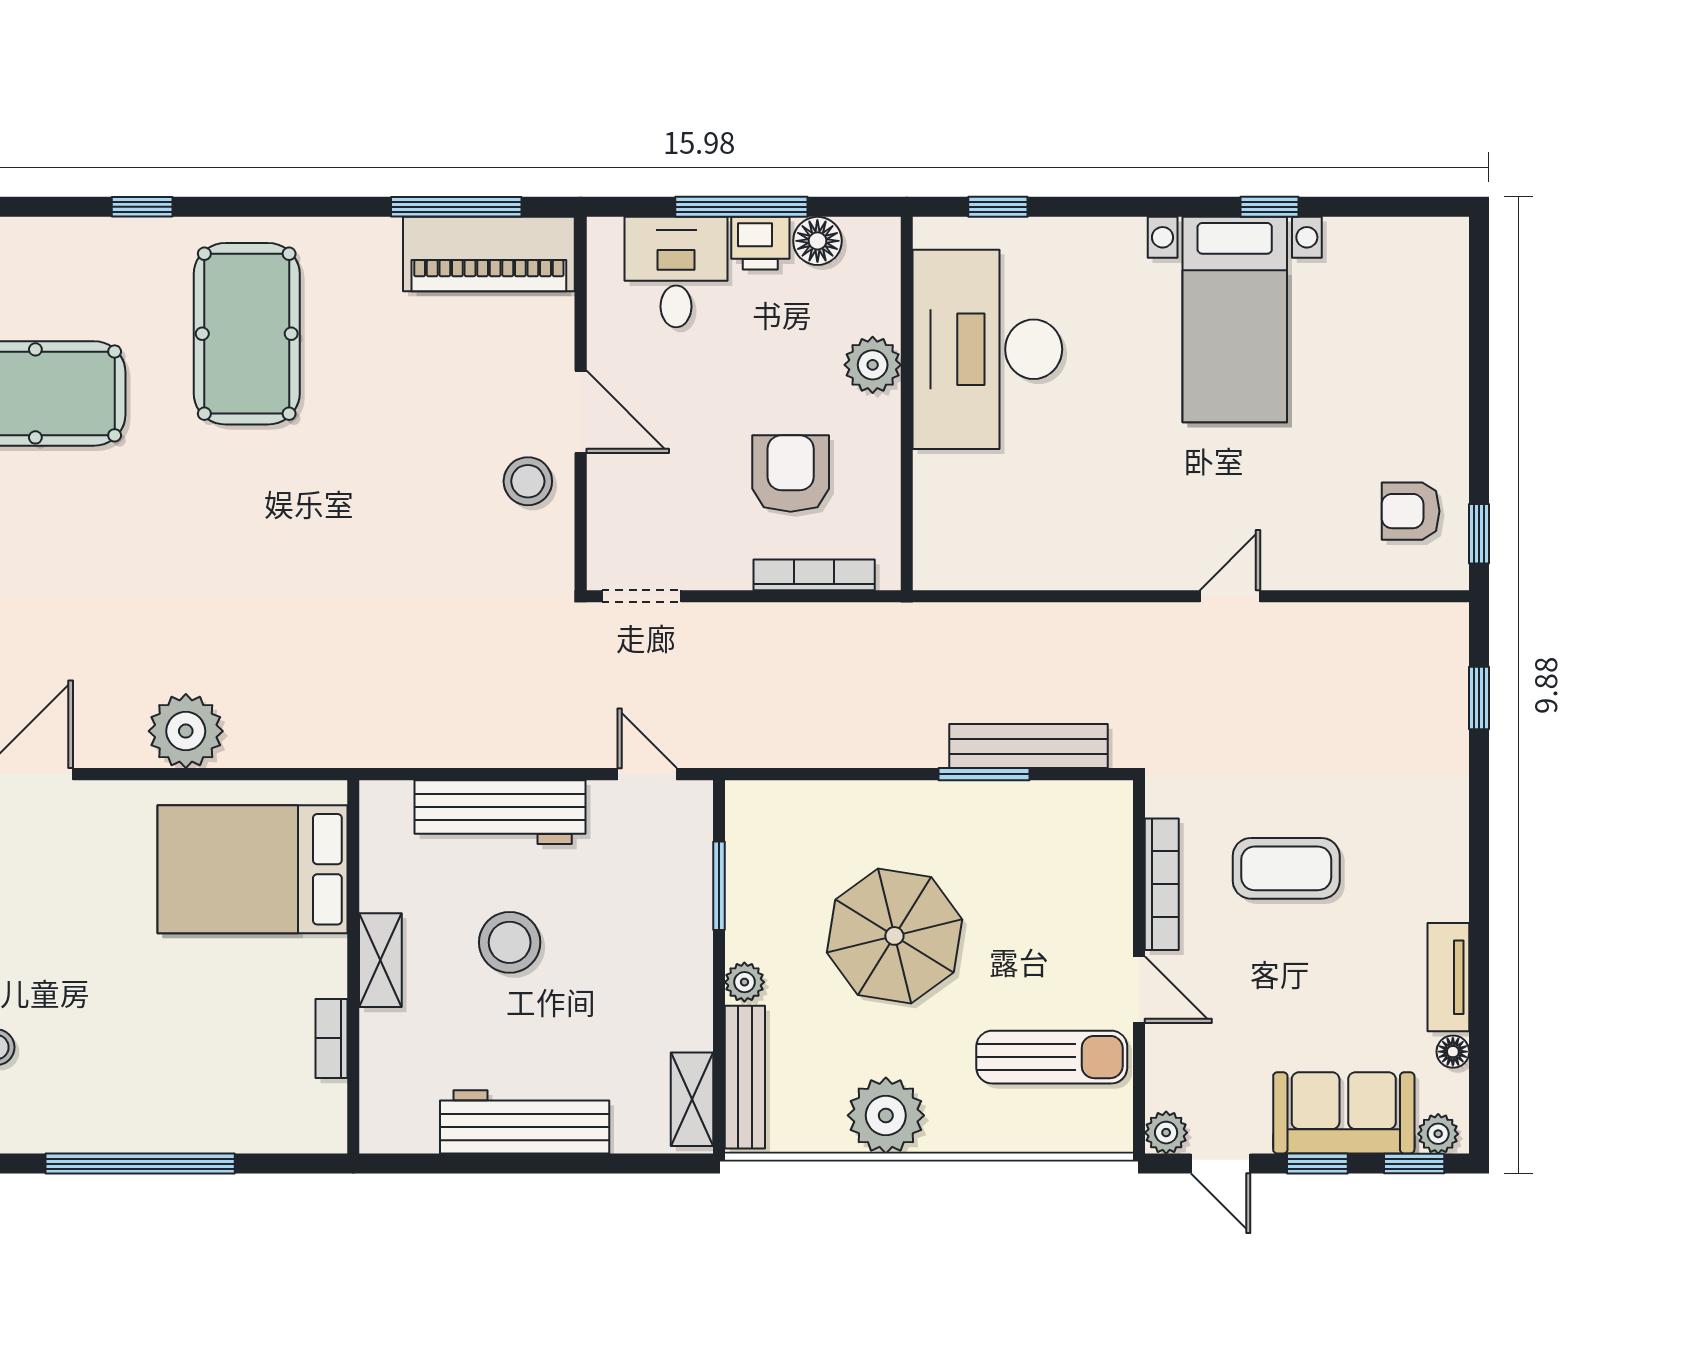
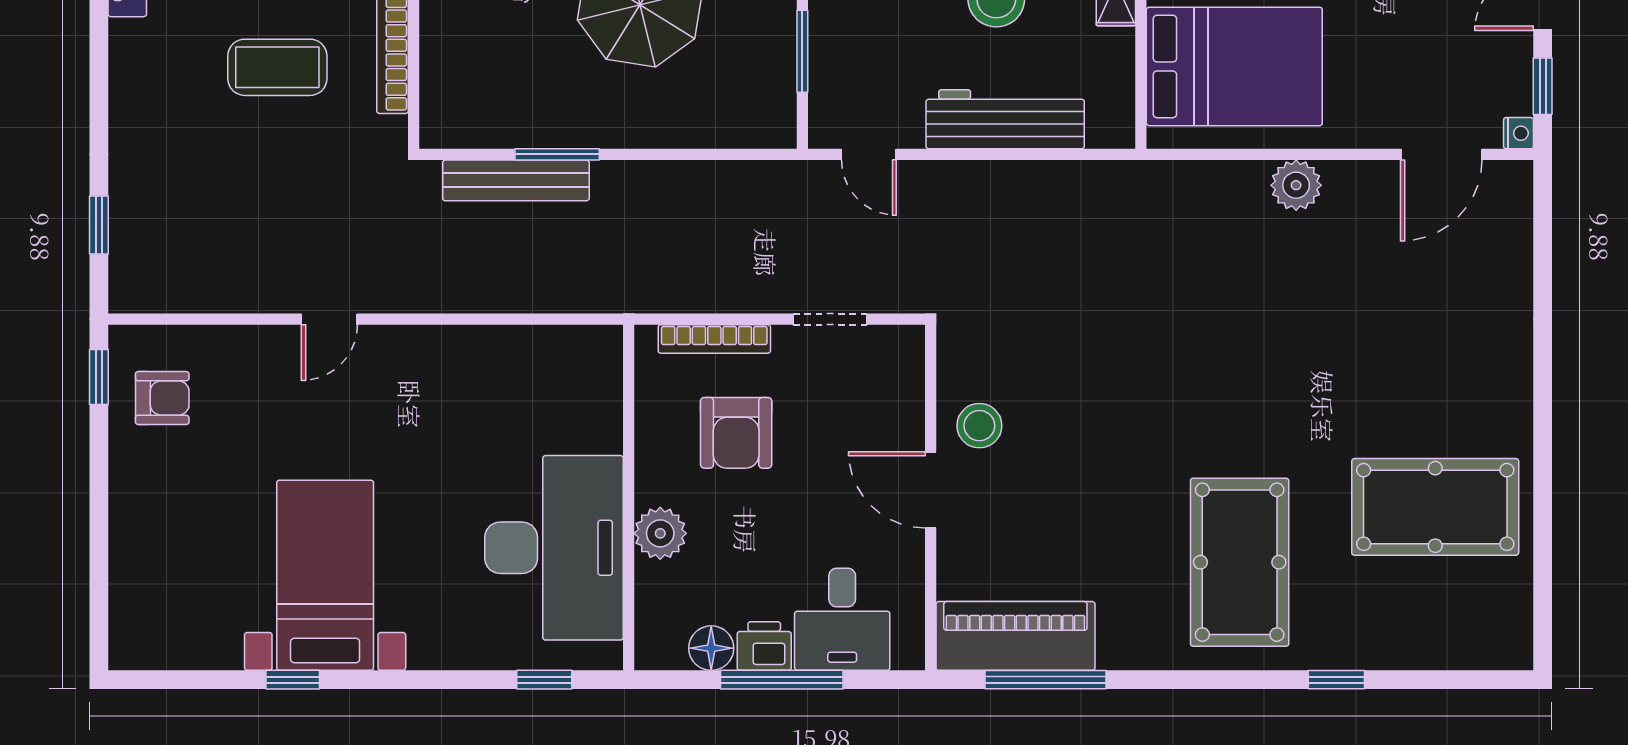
doorway: (641, 596) -> (830, 319), moved
plant: (186, 731) -> (1296, 185), width x0.73, depth x0.73

